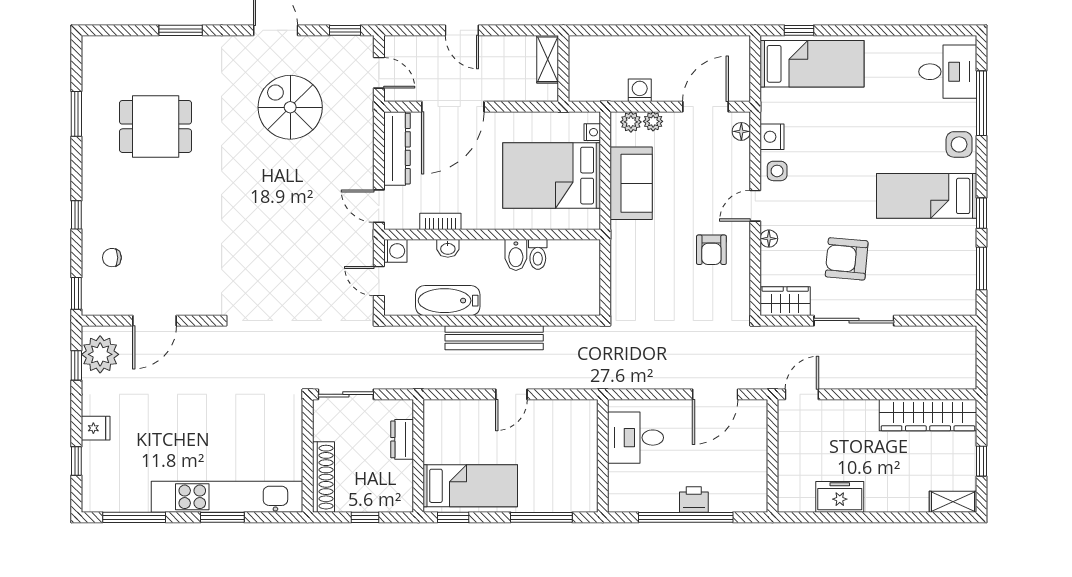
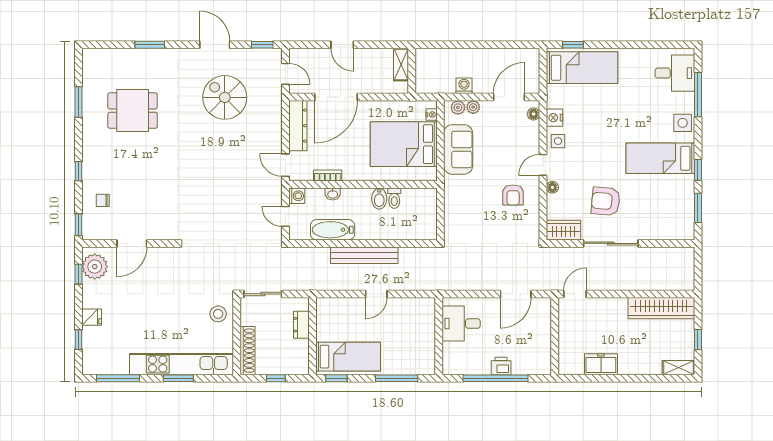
stool: (280, 424) -> (218, 314), added

